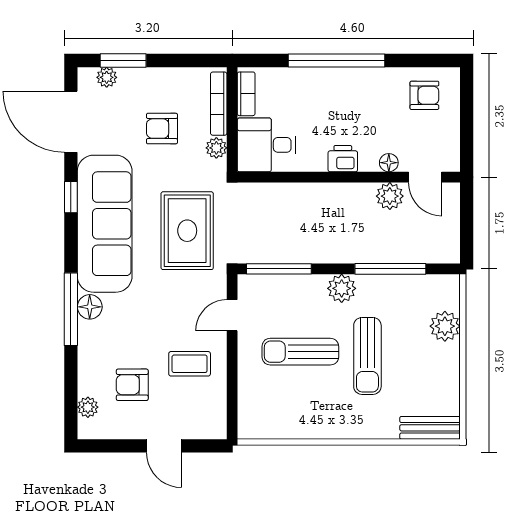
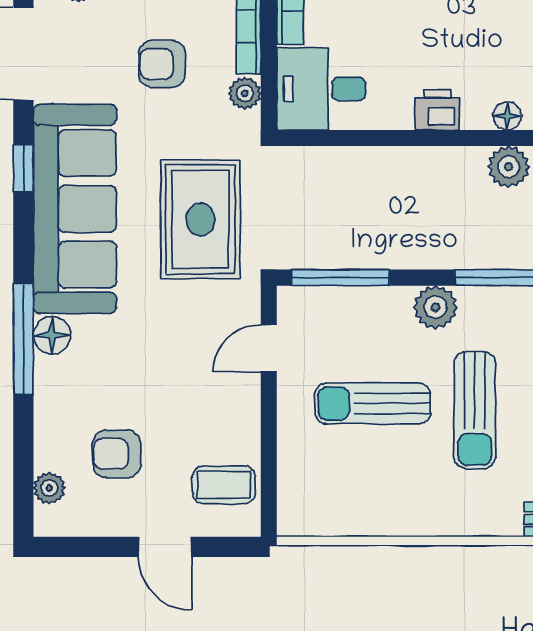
coffee table: (190, 364) -> (224, 485), moved

